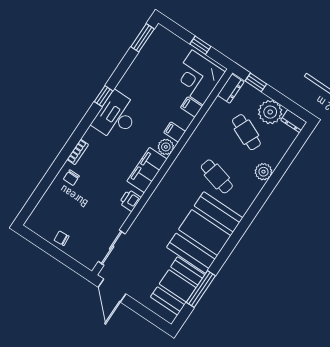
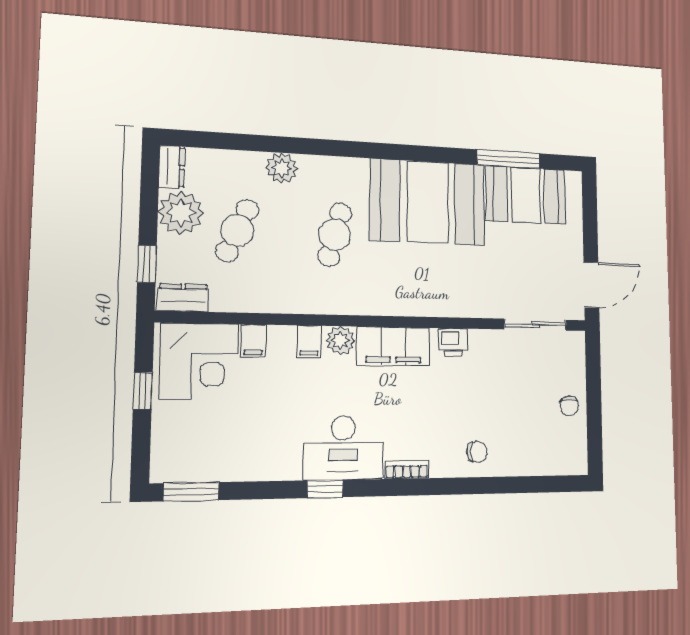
bookcase: (78, 152) -> (407, 469), moved

